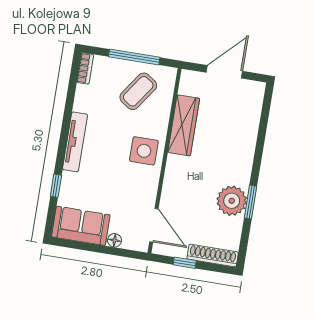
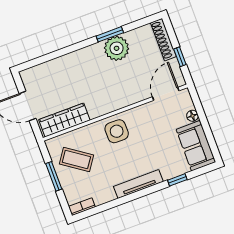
window: (134, 57) -> (54, 176), width x0.69
wardrobe: (184, 125) -> (64, 120), moved

